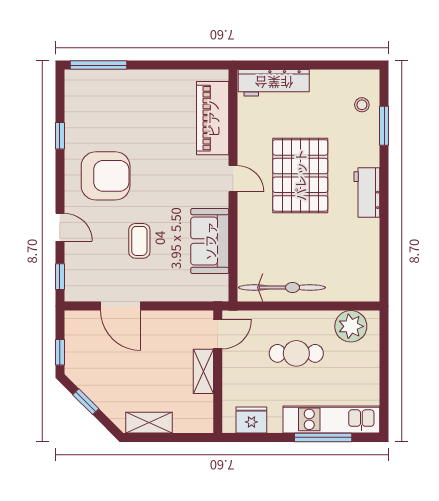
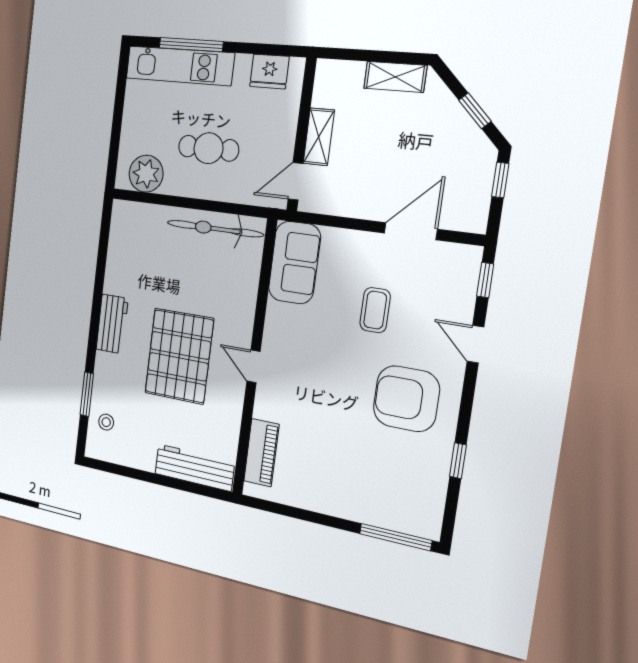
piano: (213, 118) -> (261, 453), width x0.73, depth x0.75
sofa: (210, 241) -> (294, 263), moved
door: (120, 306) -> (411, 231), hinge flipped

